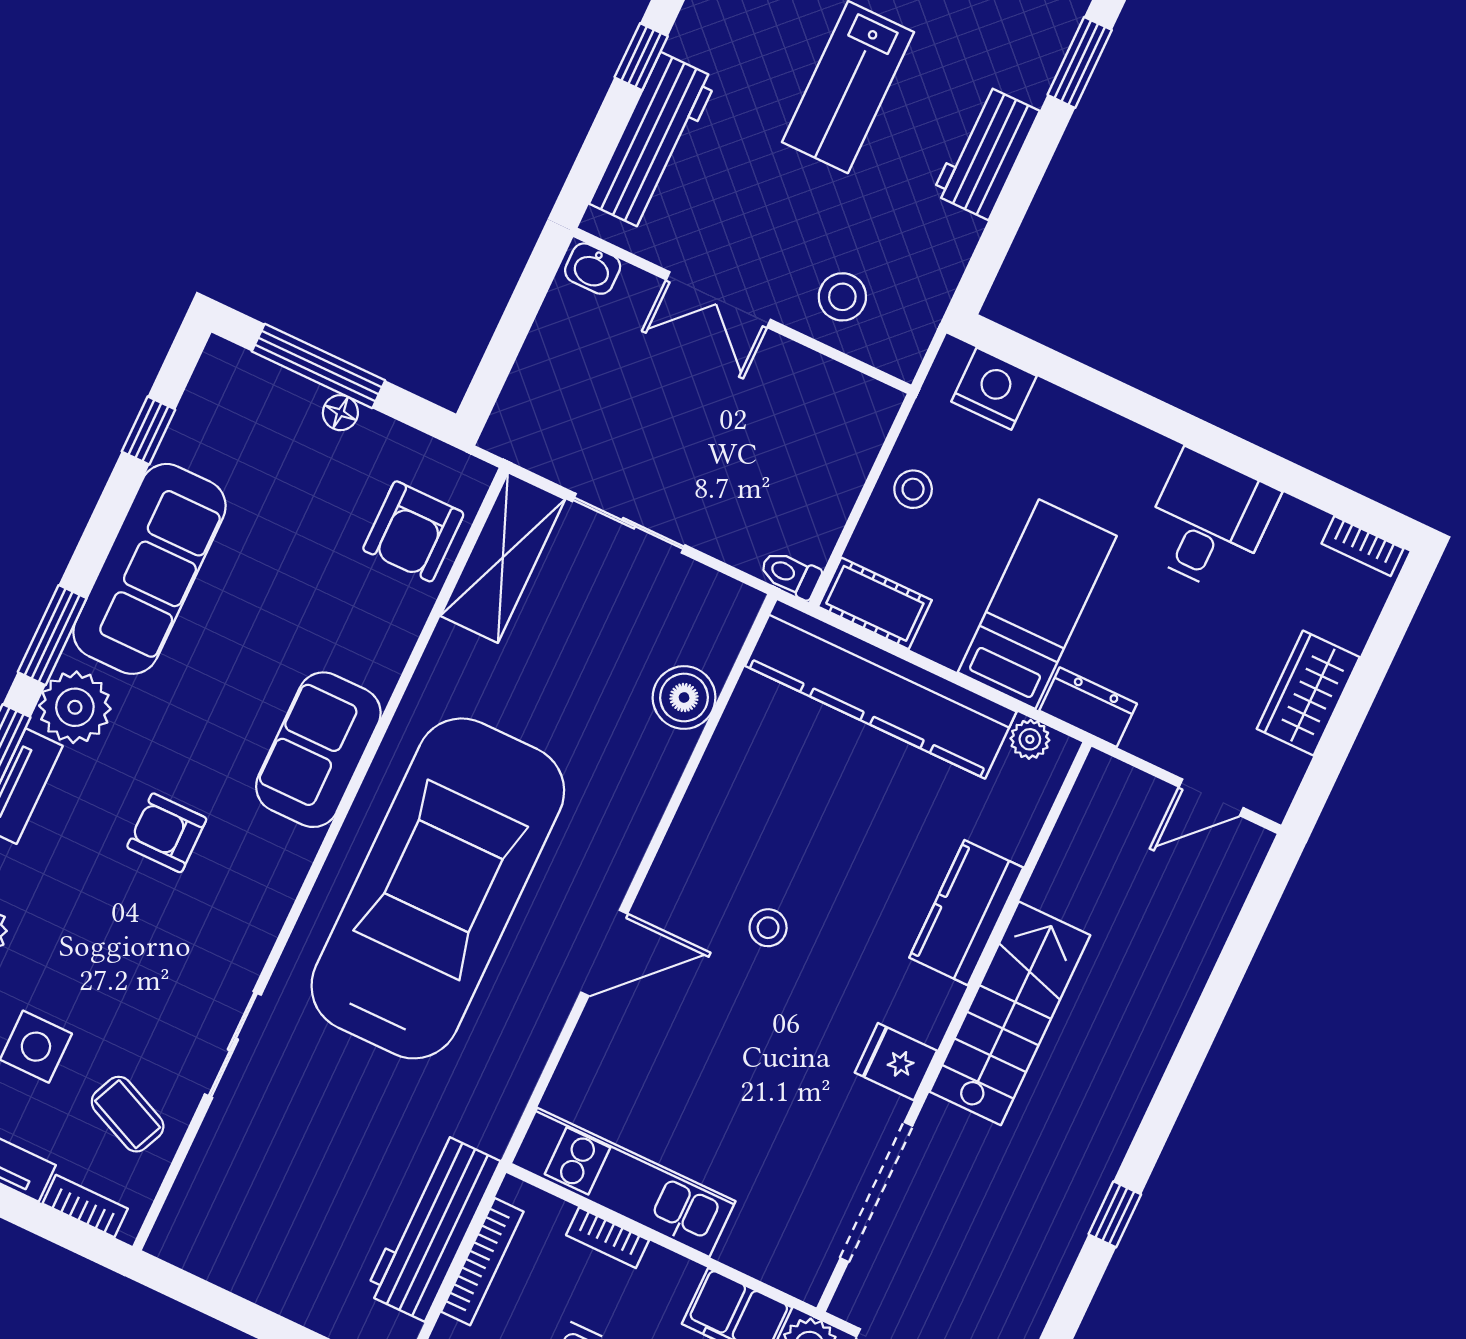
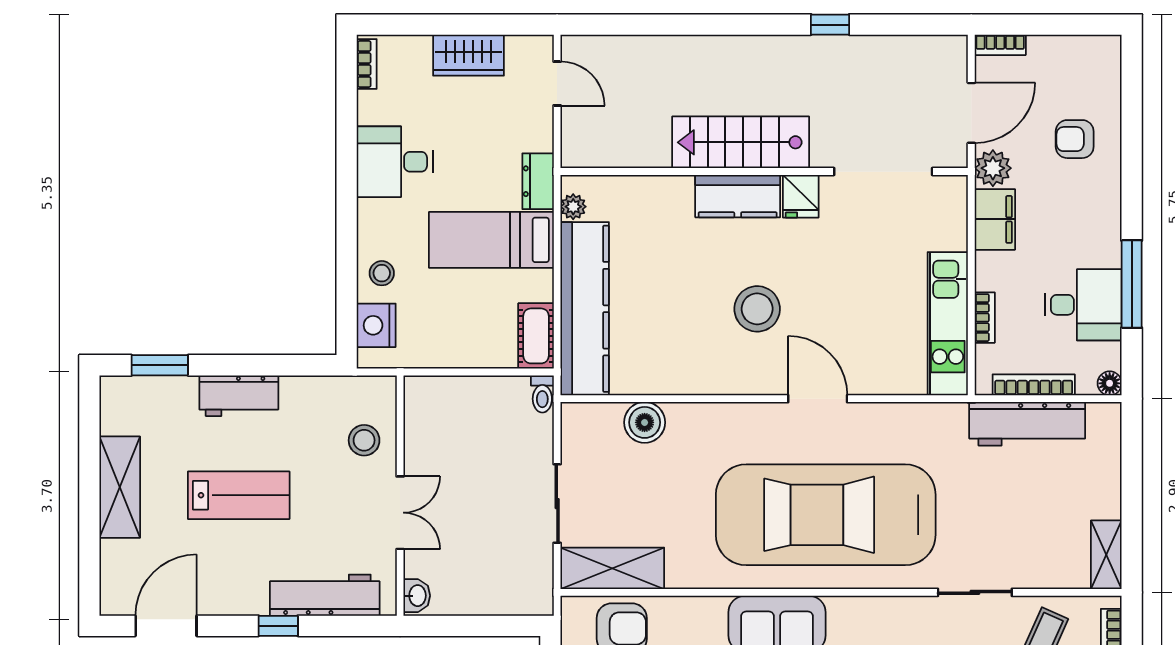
stool: (913, 489) -> (382, 273), moved
kitchen counter: (966, 913) -> (738, 196), moved
stool: (768, 928) -> (757, 309), width x1.89, depth x1.89
shelving: (199, 1251) -> (1106, 555), added

